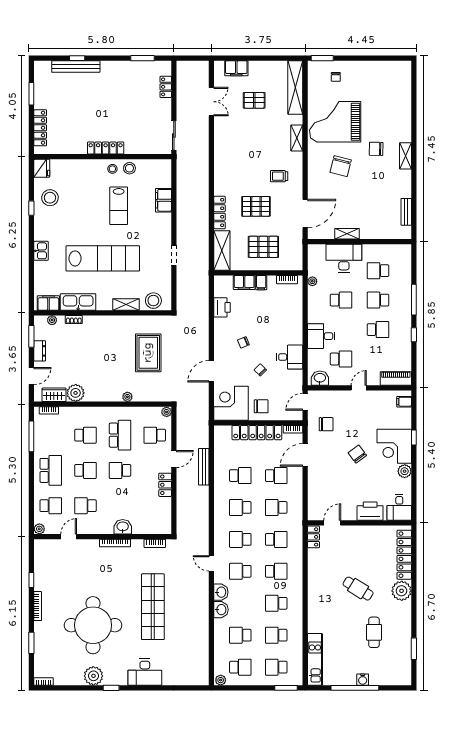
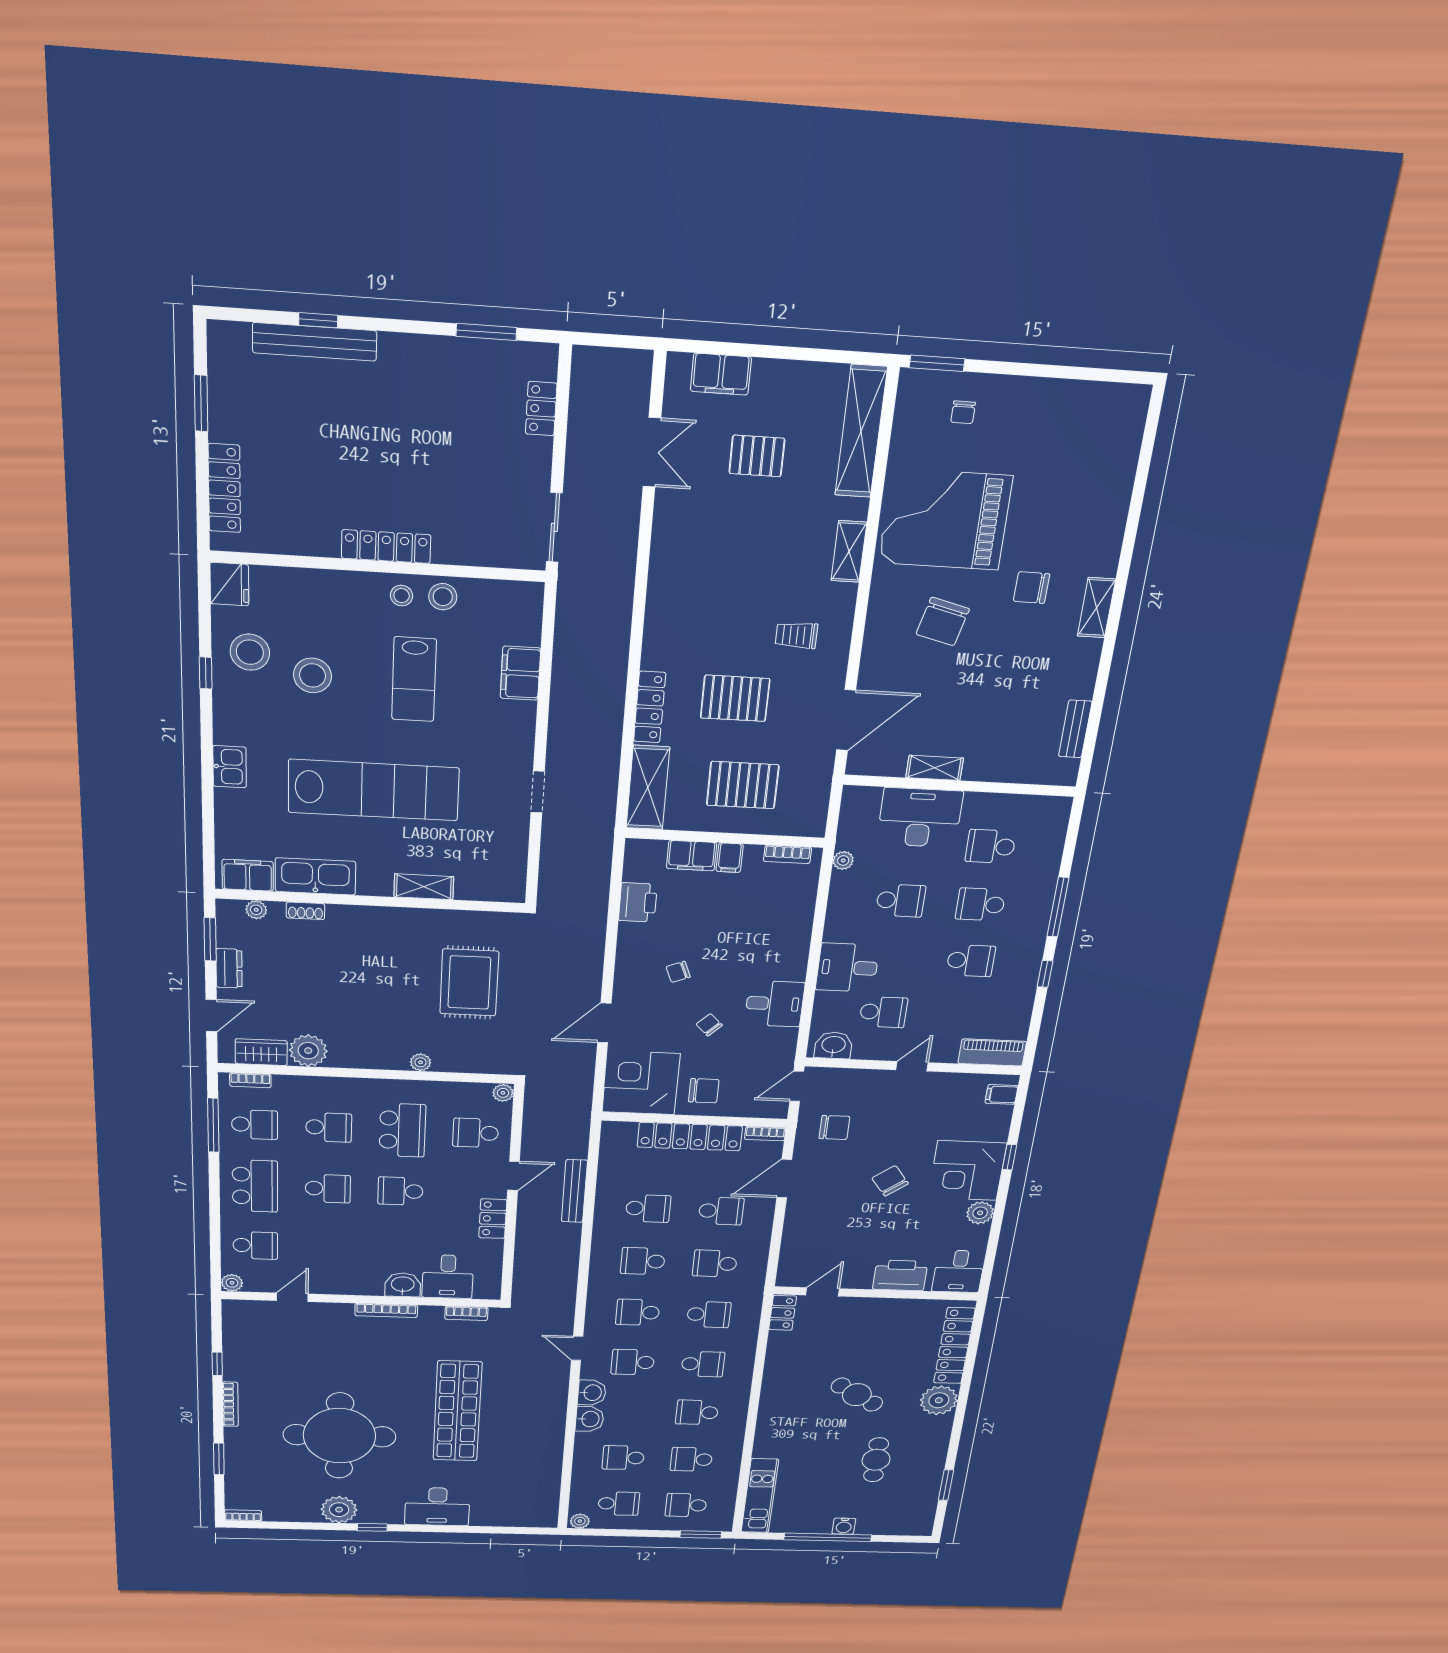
stool: (153, 301) -> (312, 675), moved
school desk: (85, 506) -> (255, 1125), moved, turned 180
desk: (145, 521) -> (448, 1277), added

